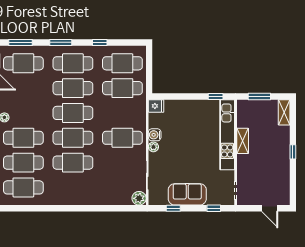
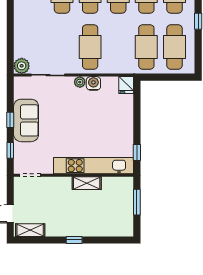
shelving: (284, 112) -> (30, 230), moved
window: (173, 208) -> (10, 120), moved

